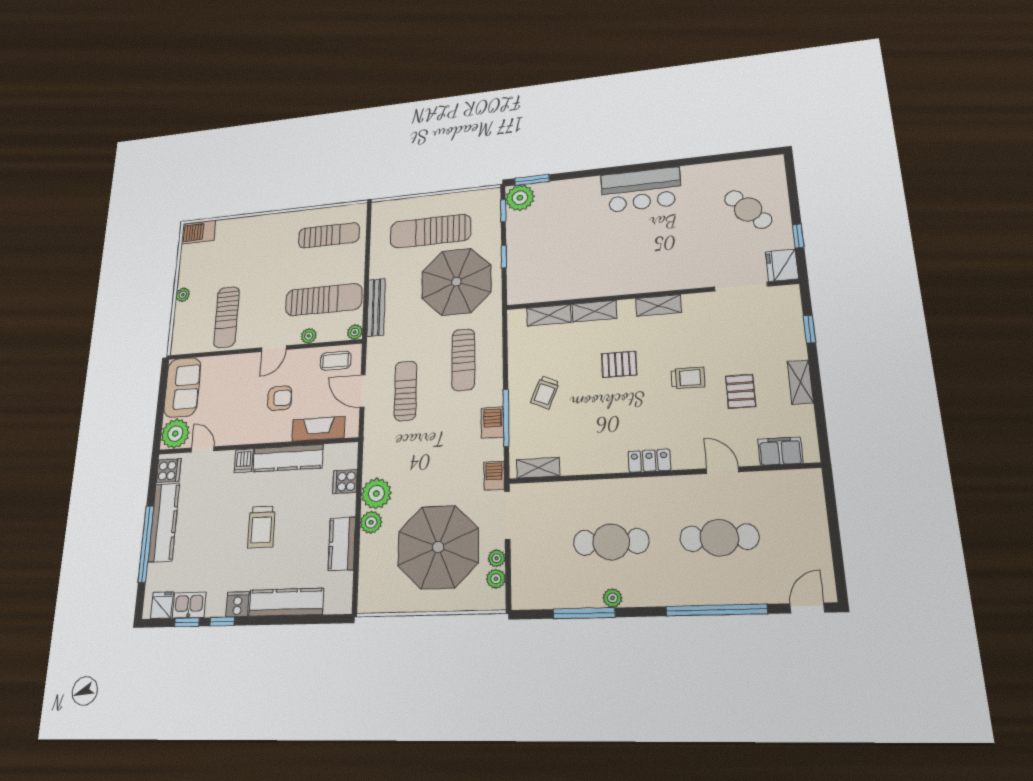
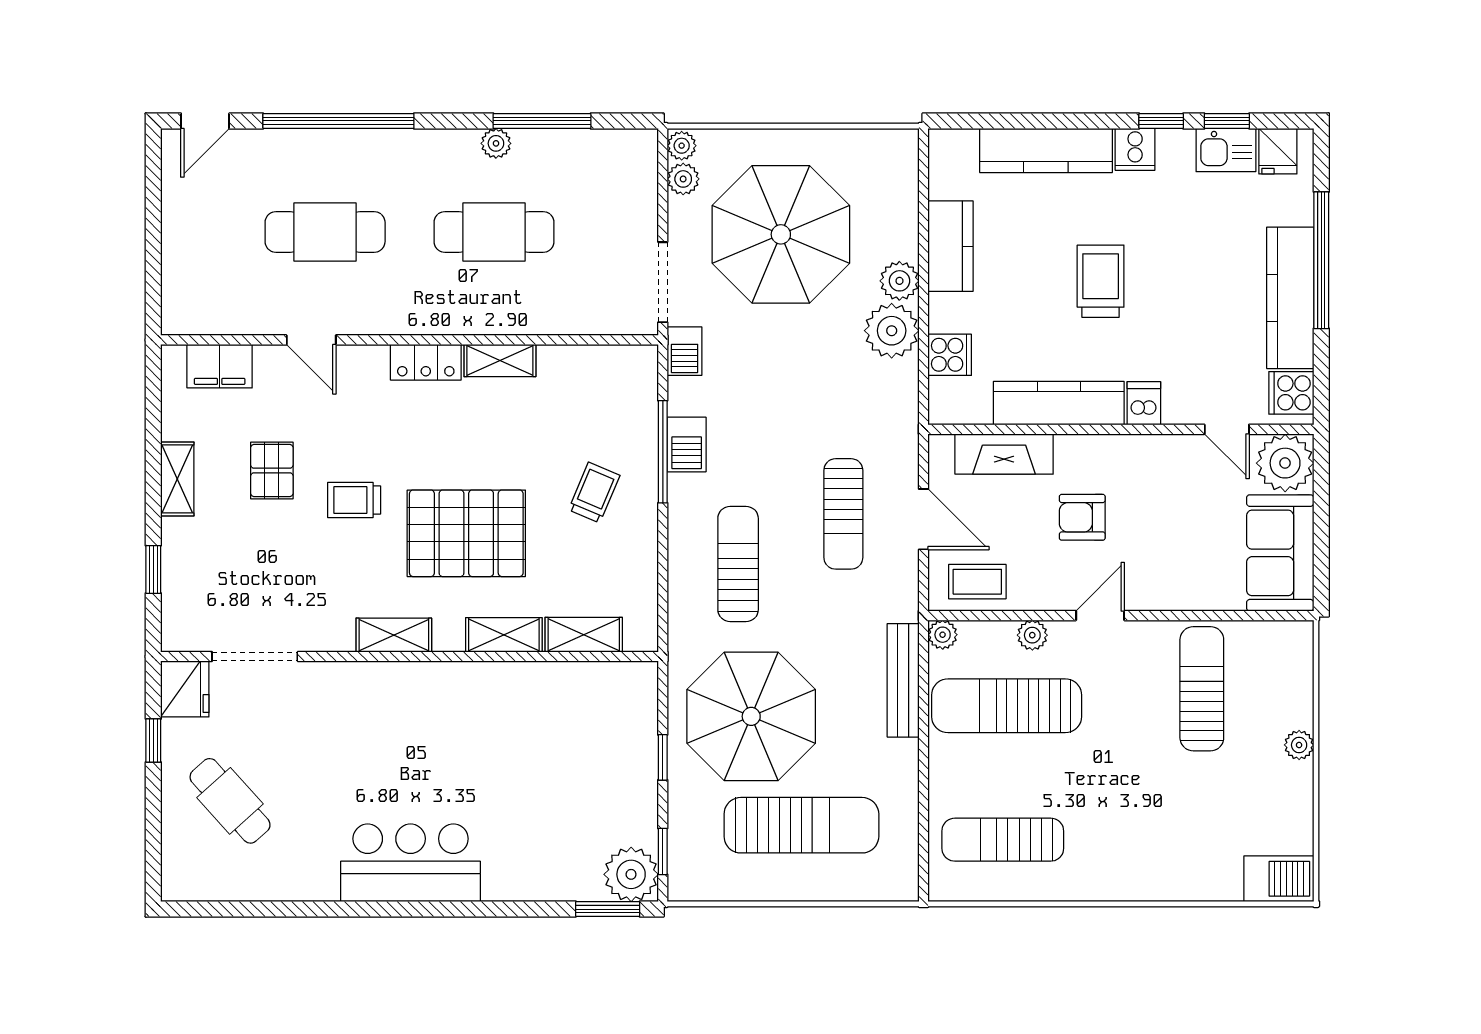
pallet: (619, 364) -> (466, 533), width x2.05, depth x2.00
shelving: (538, 468) -> (500, 361), moved
plant: (497, 558) -> (682, 146), moved

